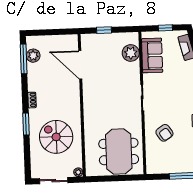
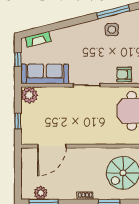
plant: (131, 53) -> (29, 95), moved
sofa: (152, 55) -> (45, 74), width x1.36
armchair: (164, 133) -> (124, 74), moved, turned -147

